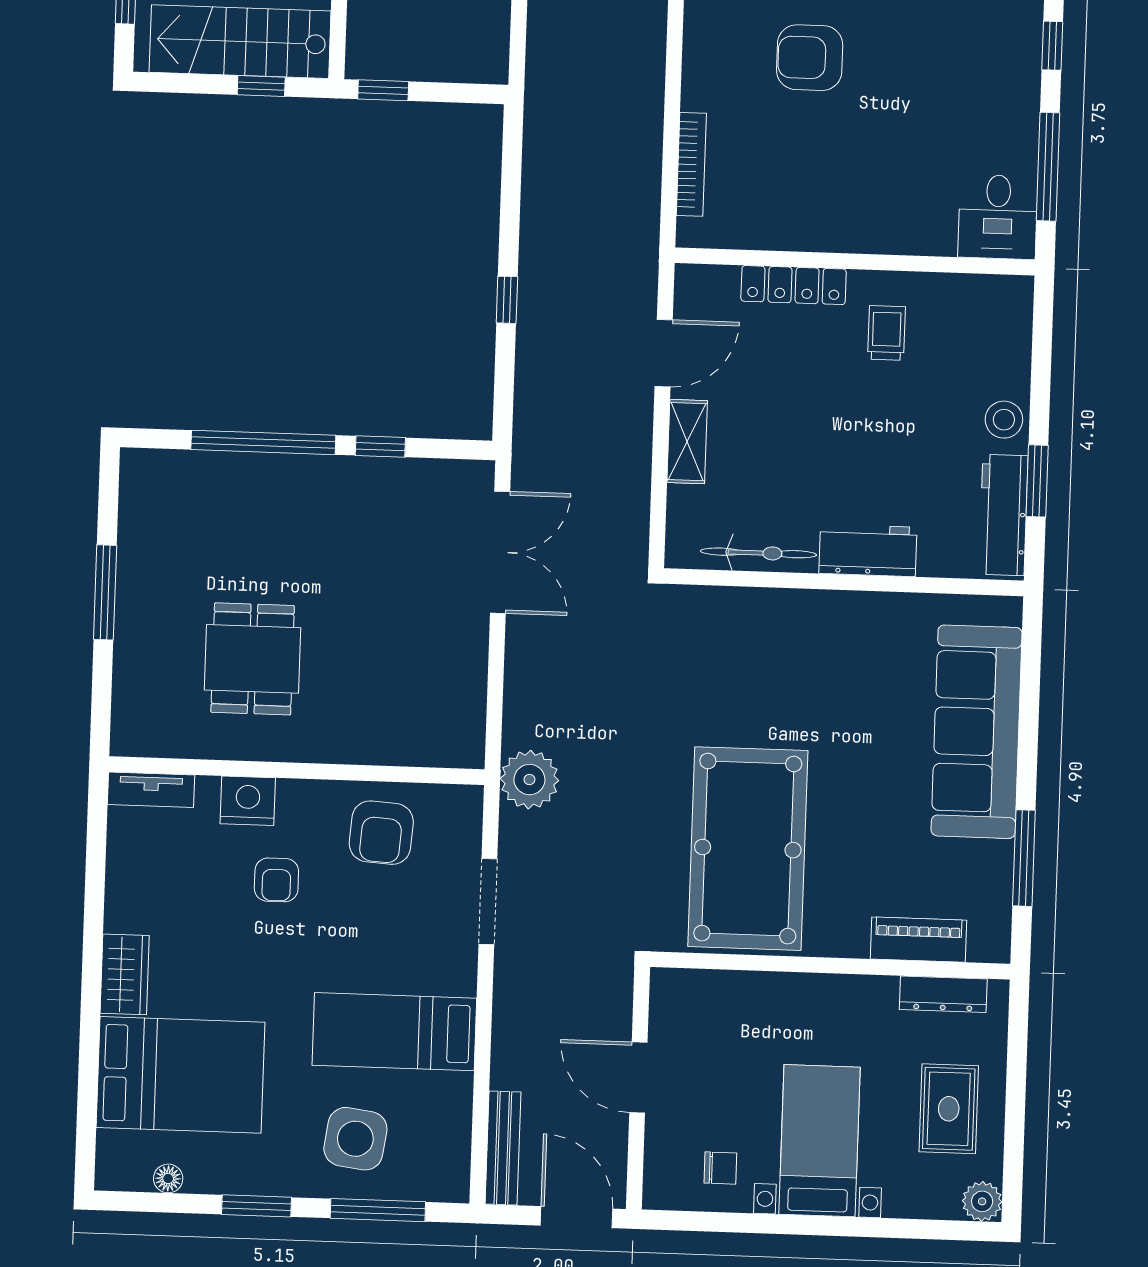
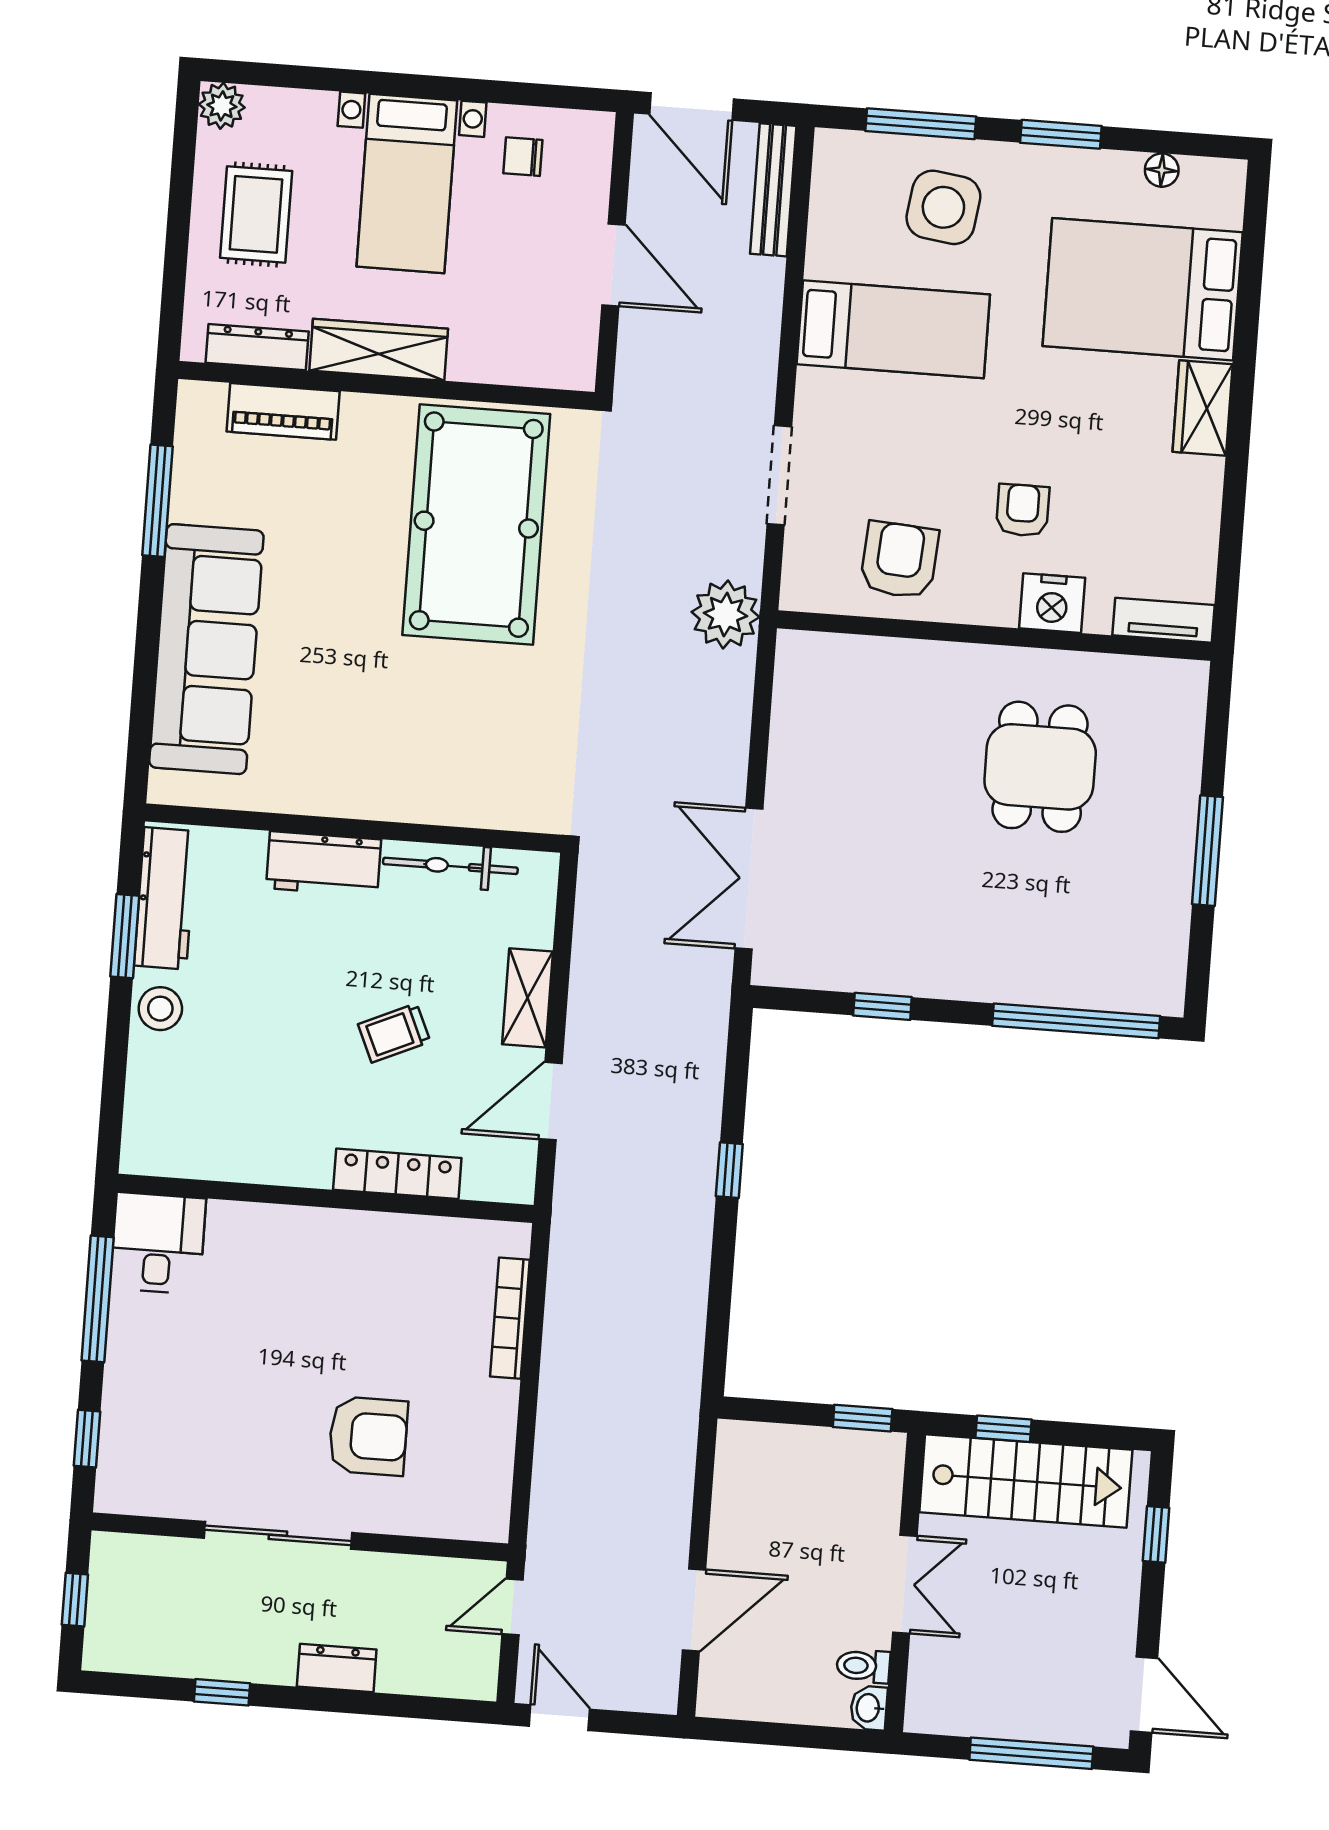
trolley: (887, 333) -> (394, 1033), moved, turned 66
window: (263, 442) -> (1076, 1021), moved
wardrobe: (838, 996) -> (379, 350), added

